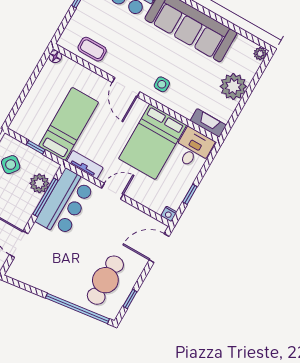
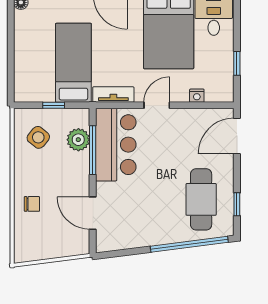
nightstand: (169, 214) -> (197, 96), moved

